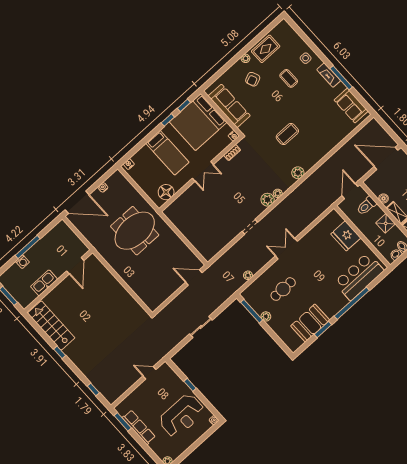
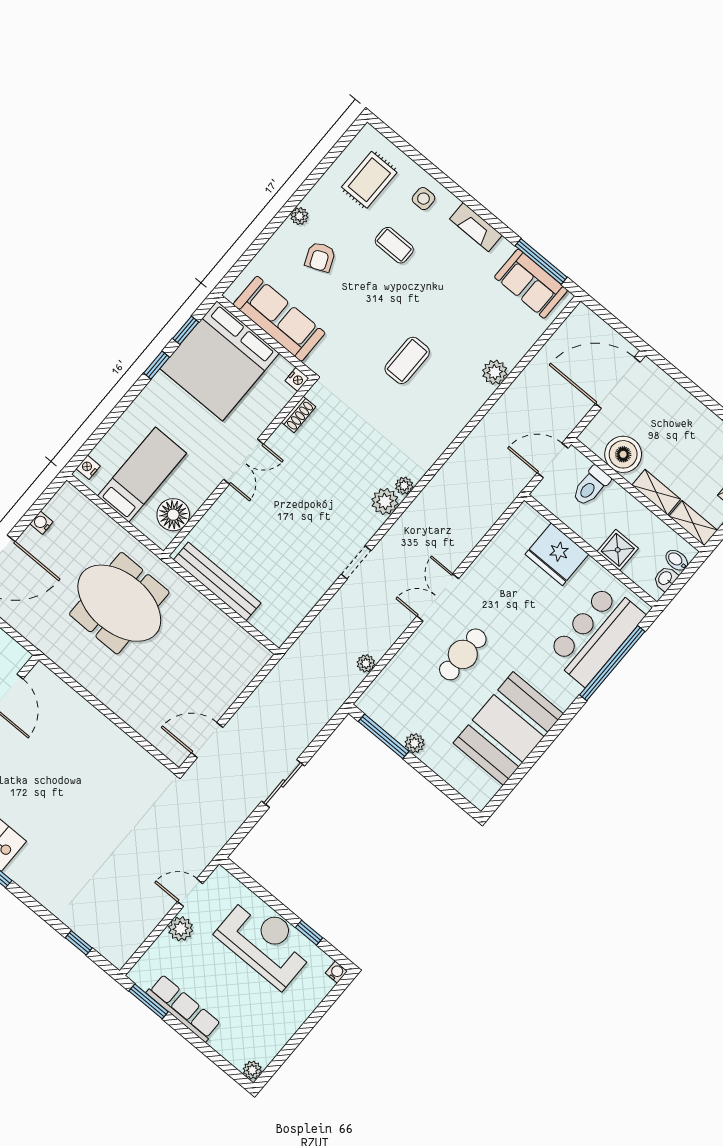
rug: (266, 49) -> (369, 180), moved
window: (341, 78) -> (541, 261), moved
bed: (167, 153) -> (142, 475), moved, turned -90
plant: (298, 173) -> (495, 372), moved
door: (350, 191) -> (553, 461), hinge flipped
boiler: (384, 198) -> (623, 454), width x1.86, depth x1.86
shower: (386, 223) -> (618, 550), moved
bench: (183, 227) -> (217, 581), added
meeting table: (135, 231) -> (119, 603), turned 90
door: (194, 278) -> (207, 740), moved
cafe table: (283, 289) -> (463, 654), moved
window: (352, 303) -> (612, 663), moved
booth: (310, 323) -> (508, 728), width x1.36, depth x1.42
window: (323, 330) -> (536, 754), removed
window: (190, 385) -> (309, 933), moved
plant: (143, 389) -> (181, 929), added
reception desk: (182, 416) -> (265, 942), moved, turned -90

